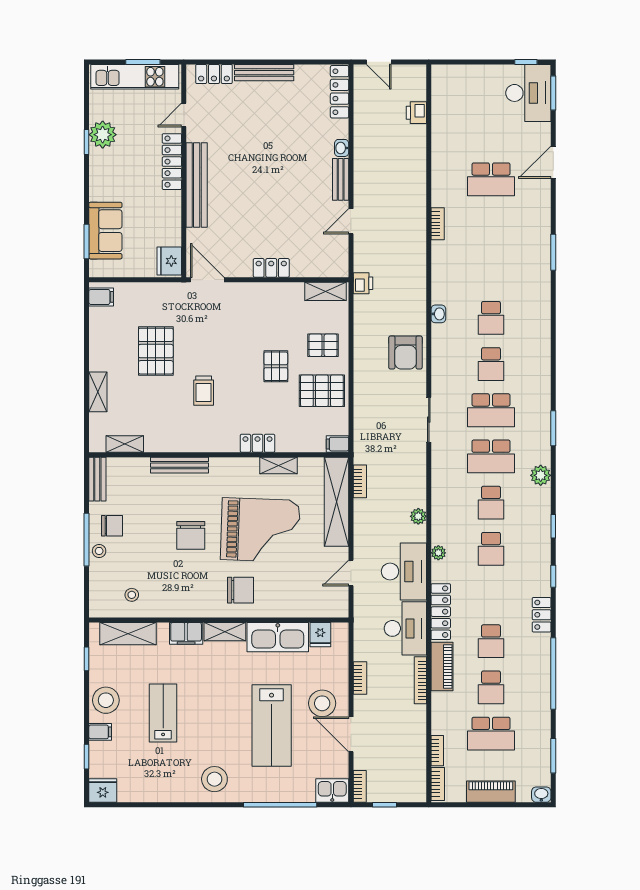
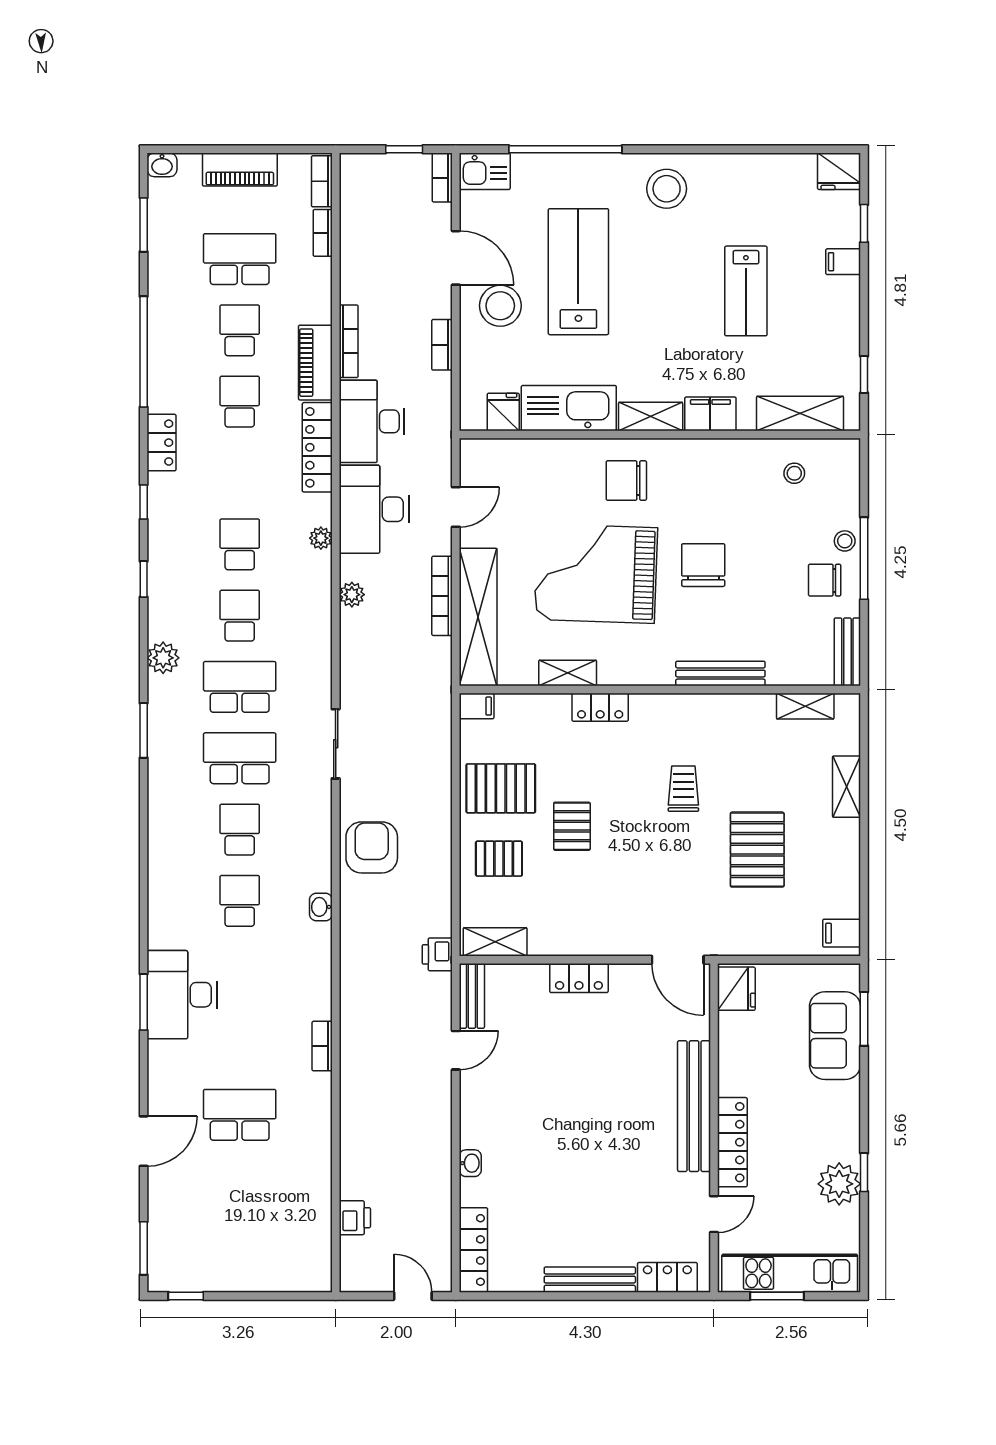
desk: (528, 93) -> (182, 995), moved
bench: (341, 179) -> (472, 996), moved
bookcase: (360, 481) -> (442, 596), moved, width x1.56
stool: (106, 700) -> (834, 311), removed

